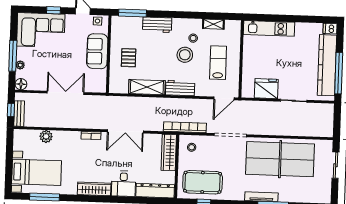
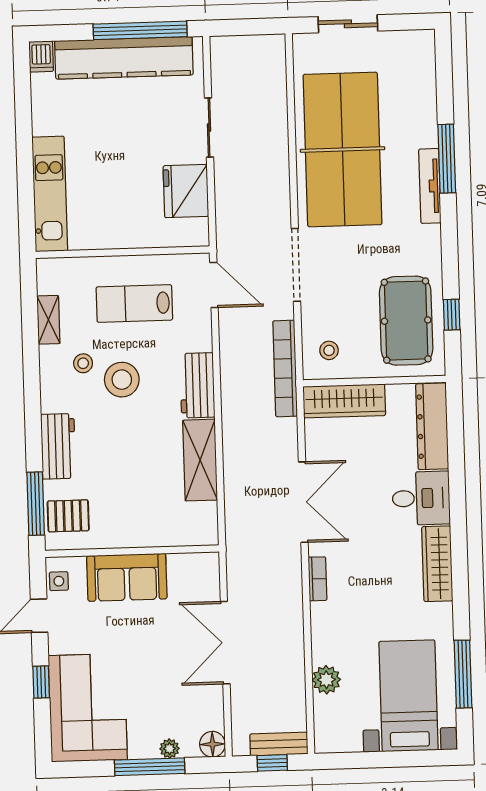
pallet: (129, 58) -> (68, 516), moved

